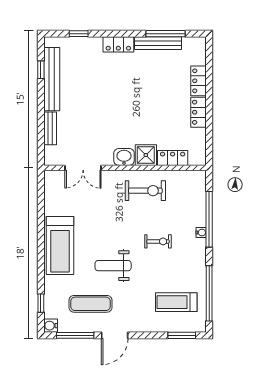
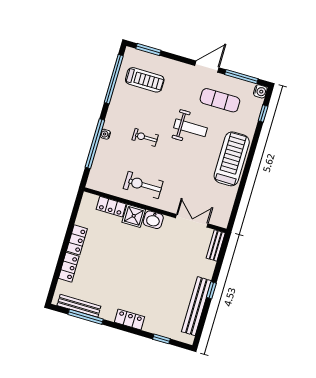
bench: (158, 43) -> (79, 306), moved
window: (41, 70) -> (211, 290), moved
bench: (50, 128) -> (216, 245), moved

